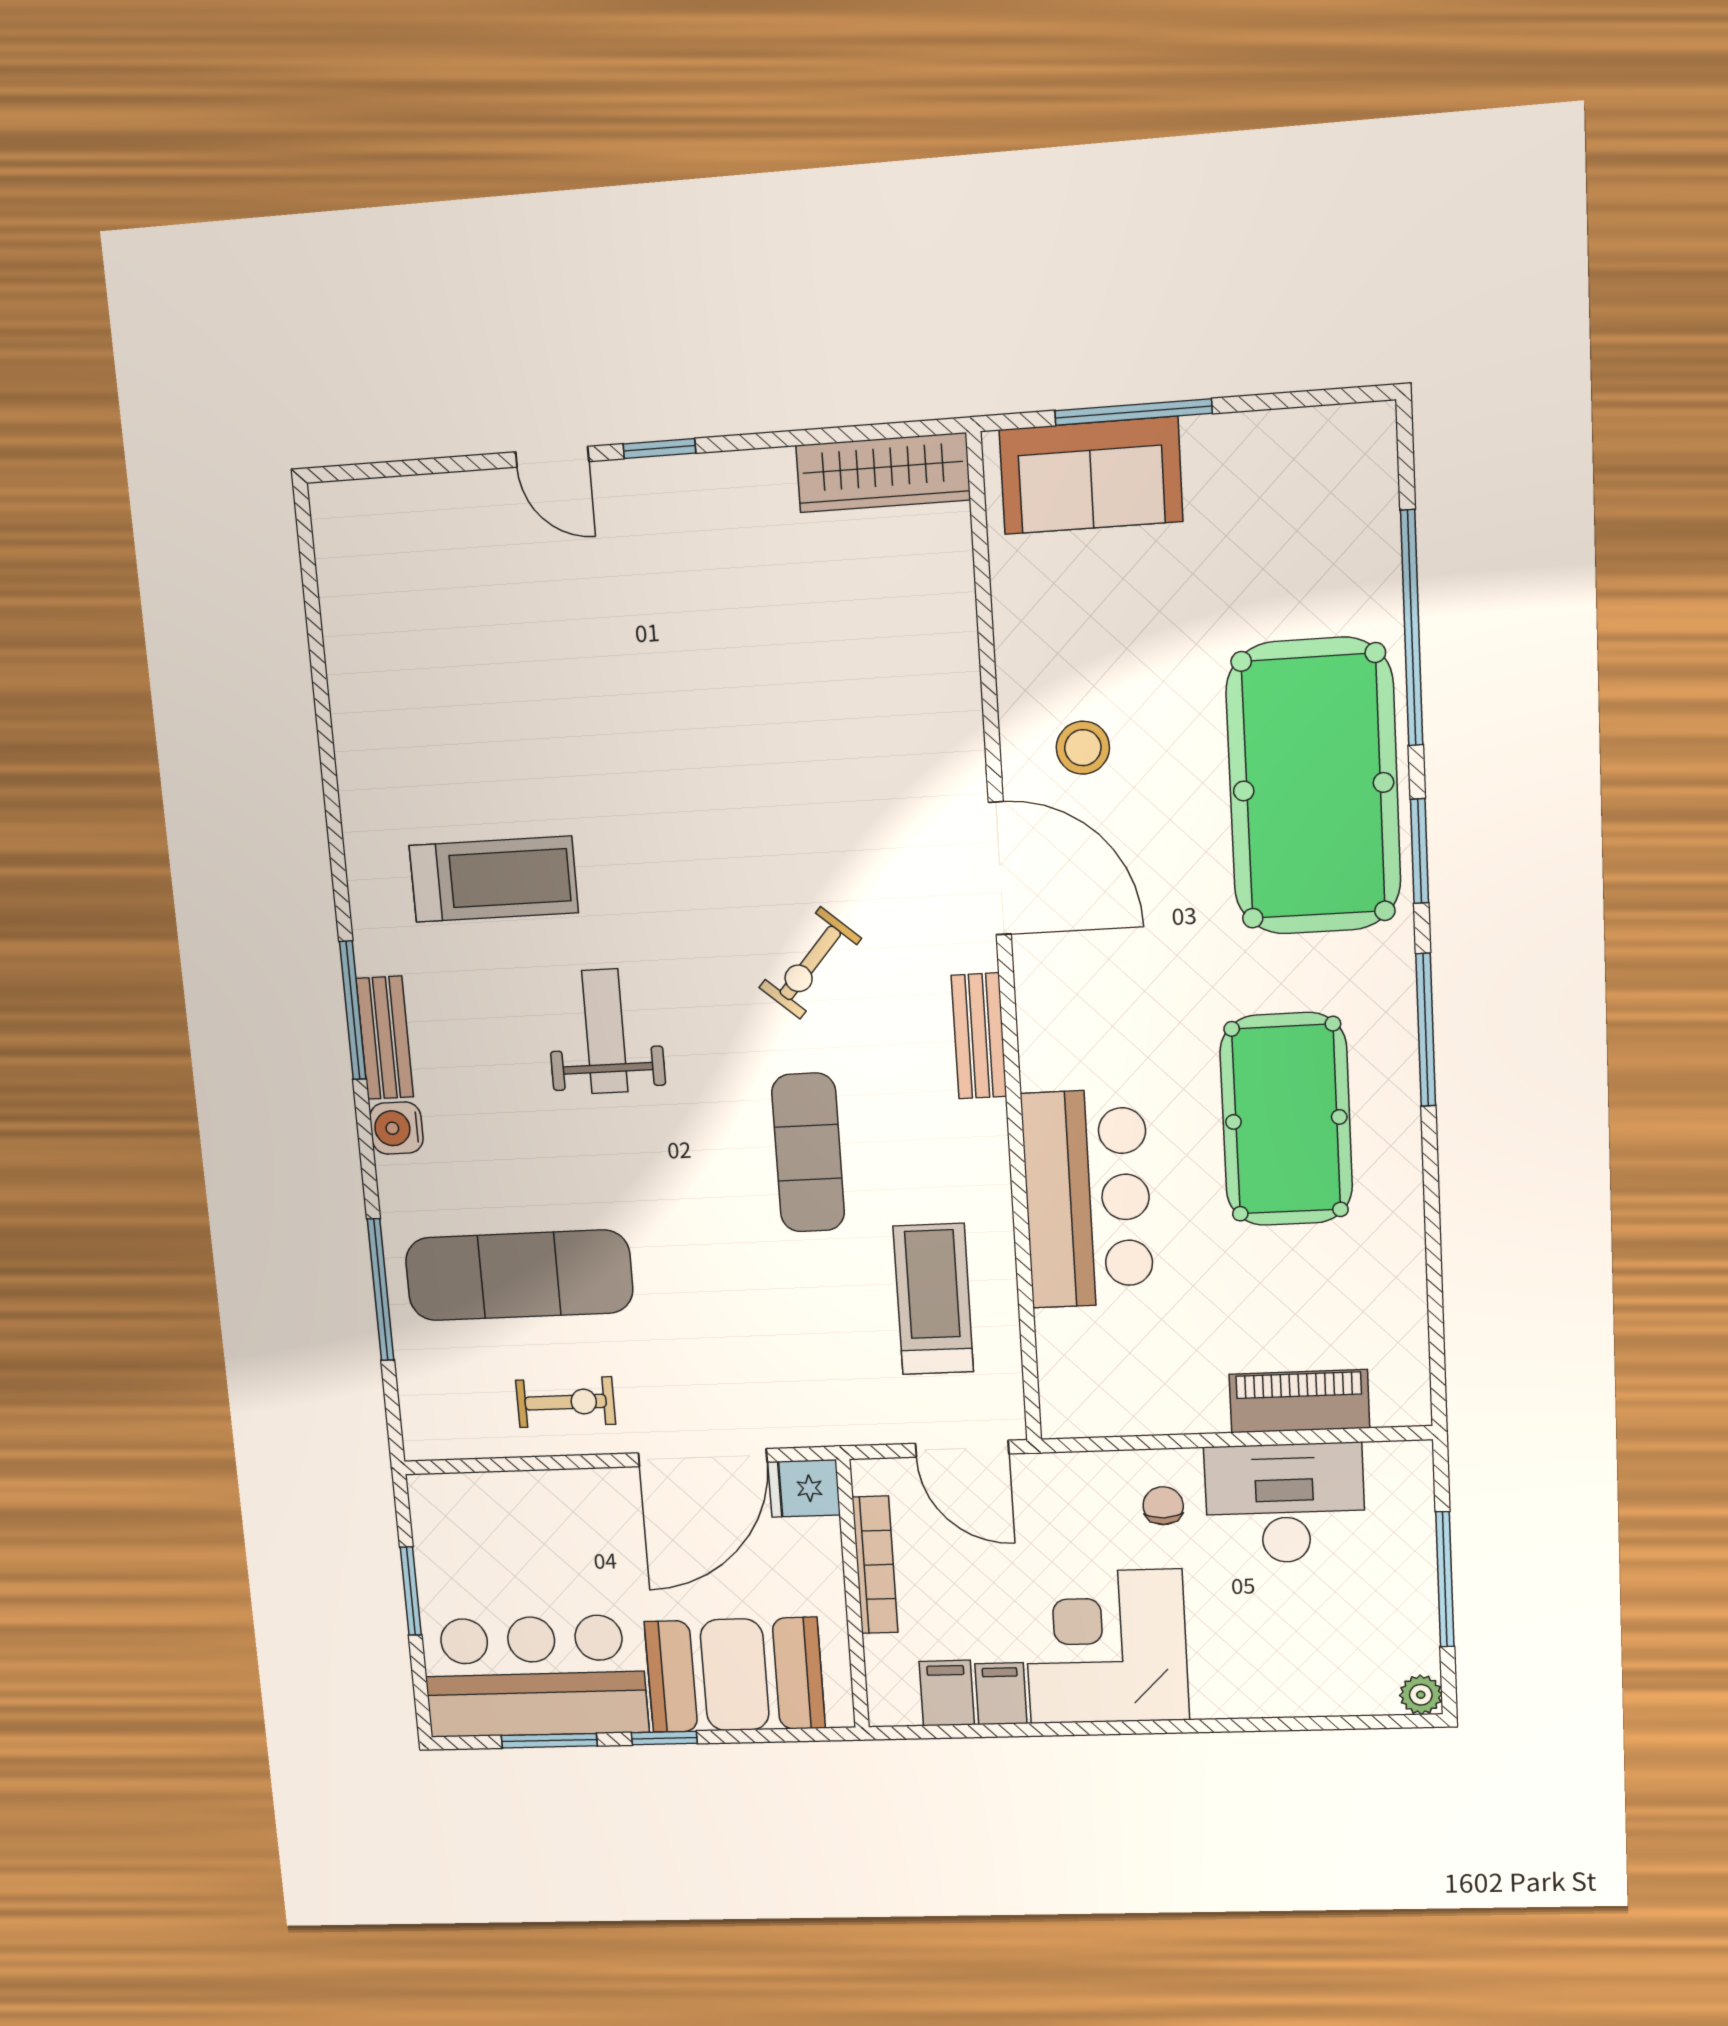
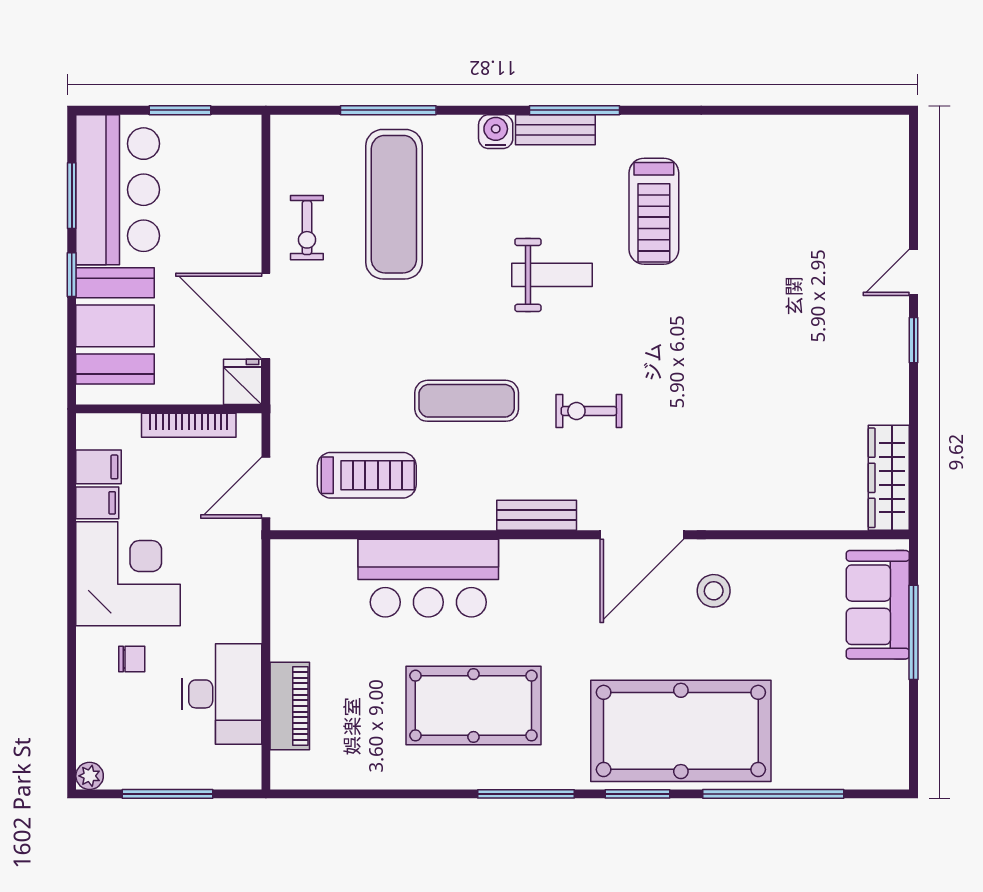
exercise bike: (810, 963) -> (589, 411), turned -41
chair: (1163, 1506) -> (132, 659), moved

